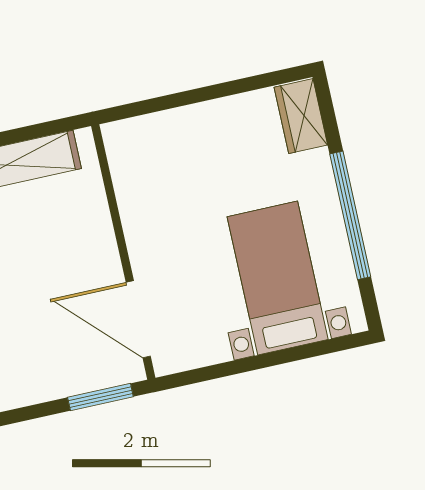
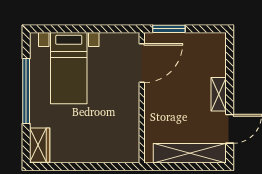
door: (138, 319) -> (142, 63), hinge flipped

